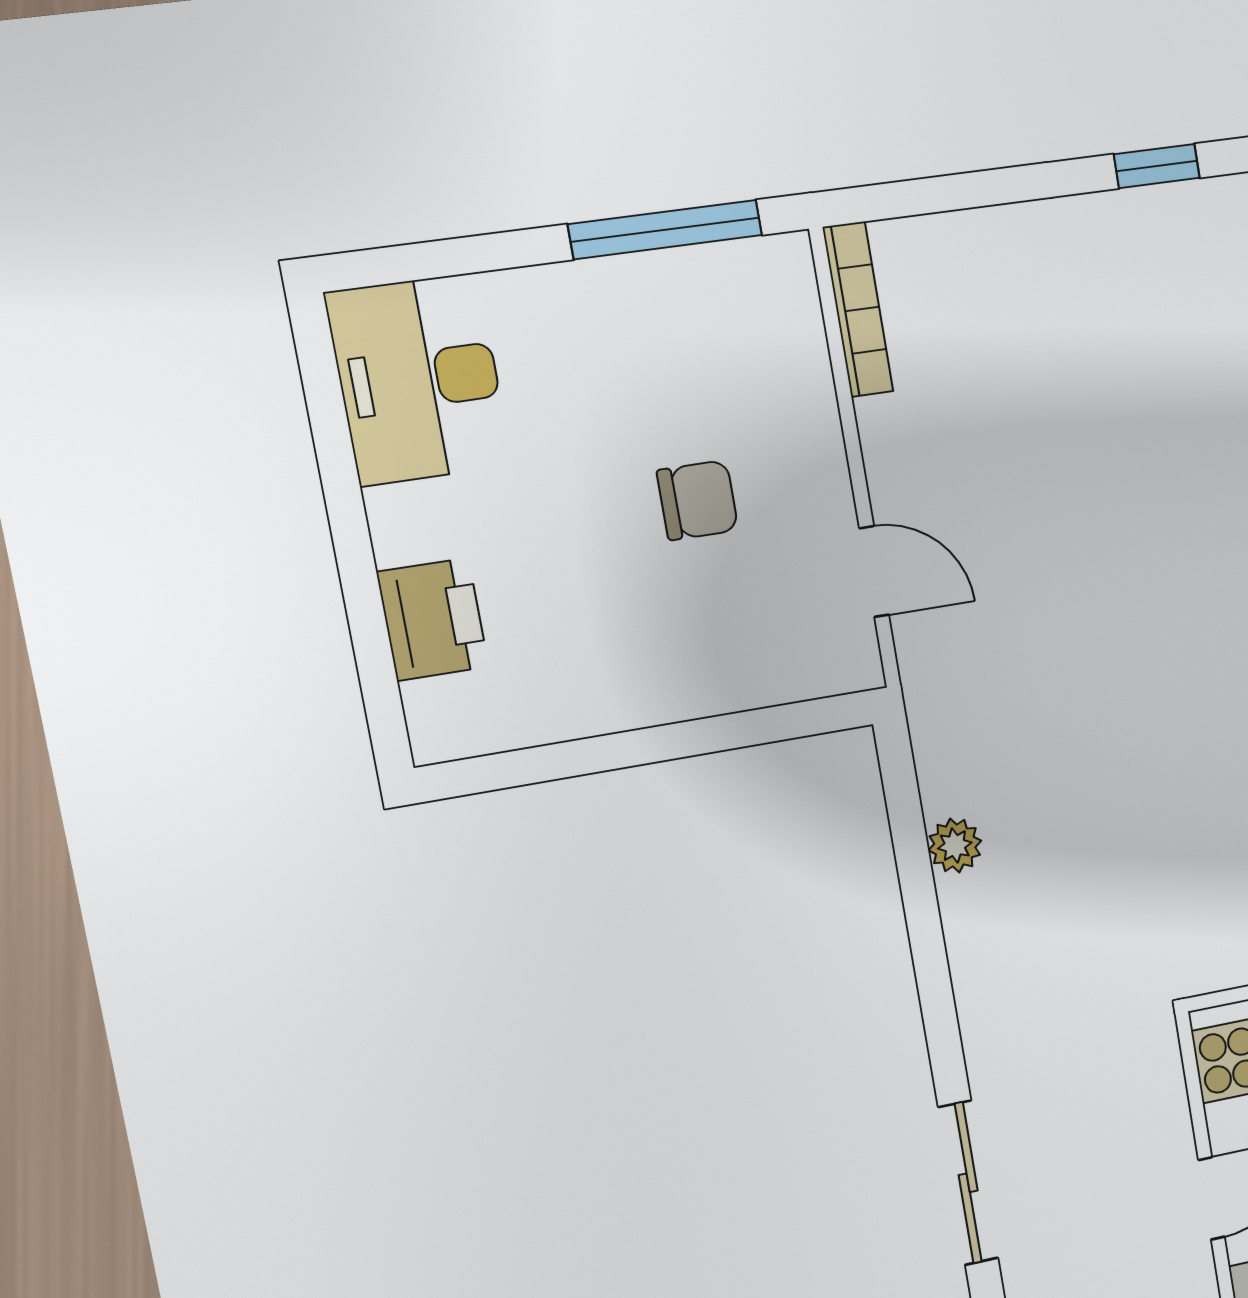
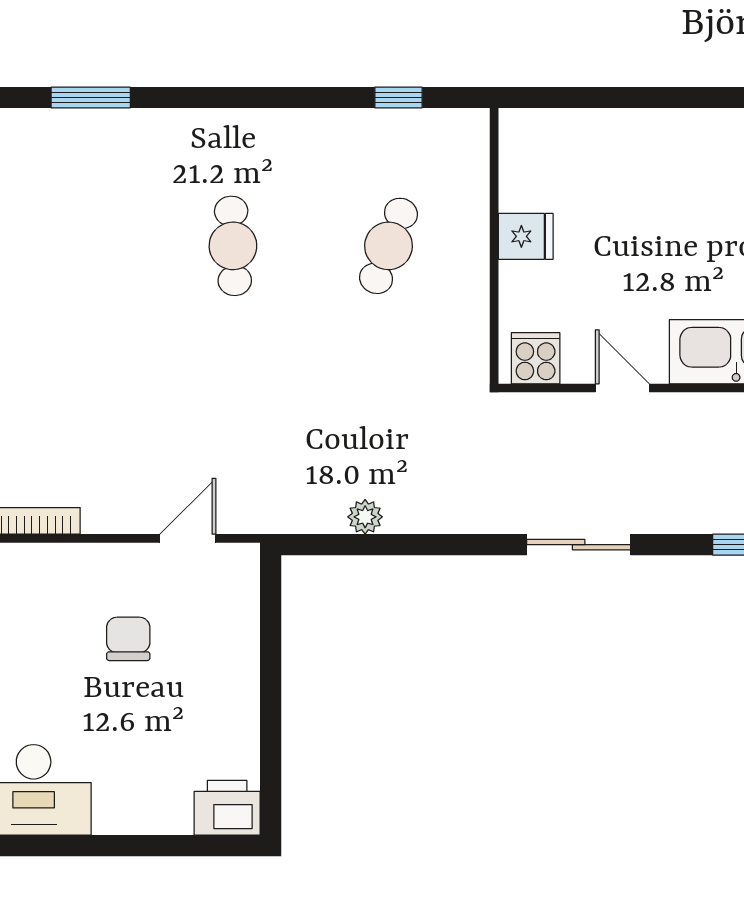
printer: (433, 619) -> (227, 808), moved

